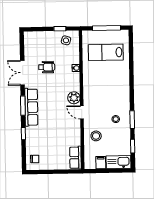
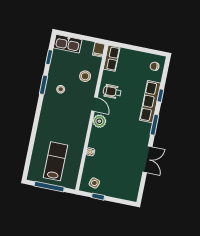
lab bench: (106, 52) -> (55, 161), turned -90
wheelchair: (47, 67) -> (112, 92), moved
row of seats: (31, 107) -> (150, 102), moved
filing cabinet: (101, 163) -> (99, 50), moved

